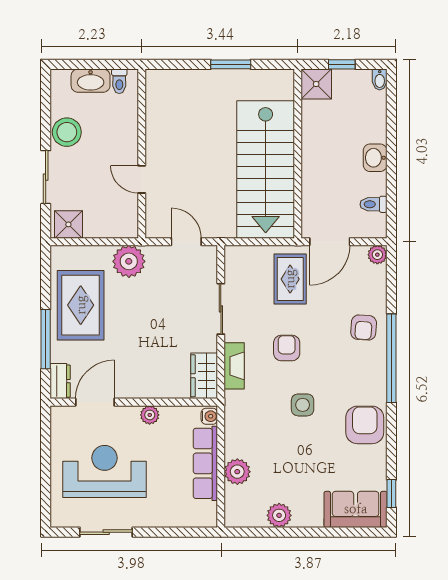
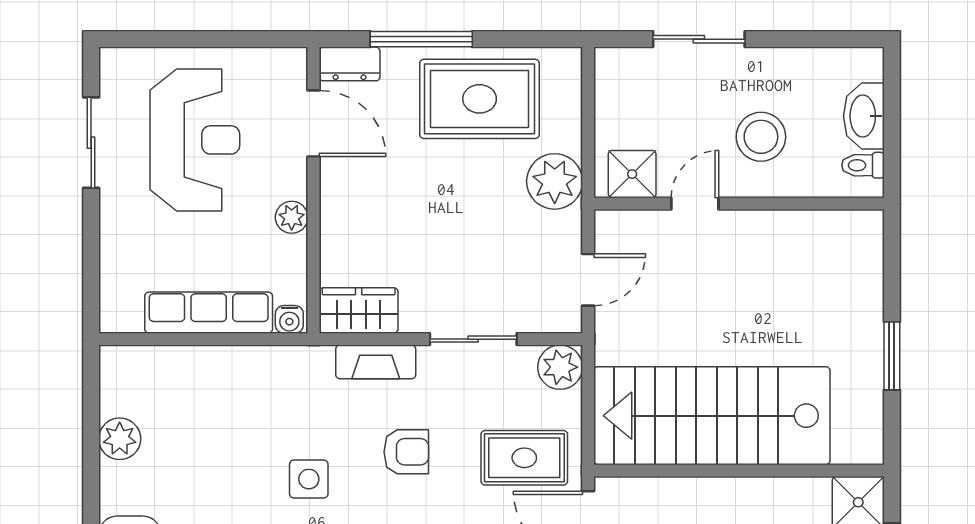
stool: (67, 132) -> (761, 137), moved
shower: (68, 224) -> (632, 174), moved
plant: (237, 472) -> (560, 367), moved

